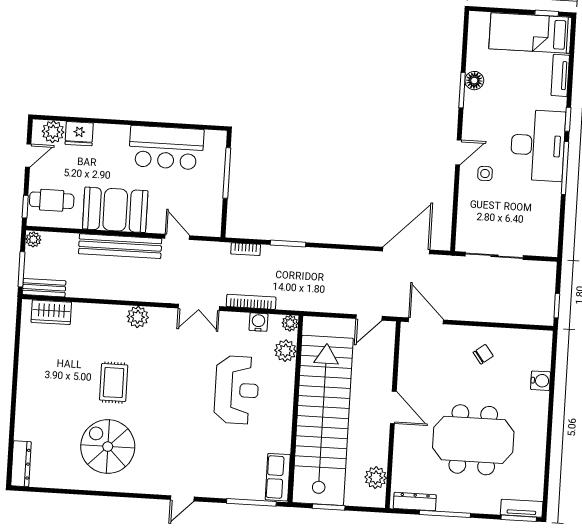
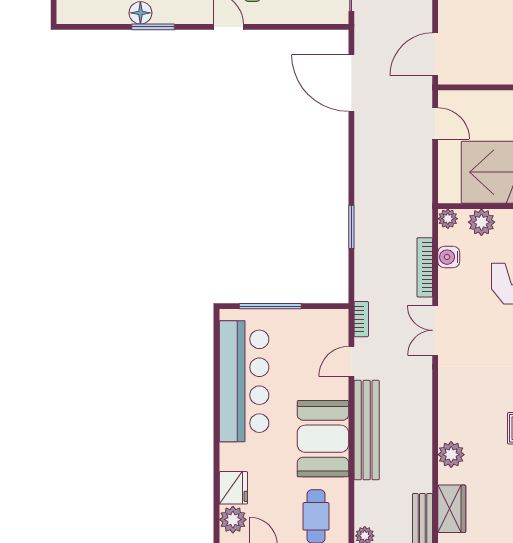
bar counter: (166, 148) -> (244, 381), width x1.36
bookcase: (246, 249) -> (361, 319), moved
double door: (199, 307) -> (435, 330), swing flipped
plant: (138, 317) -> (451, 455), moved

